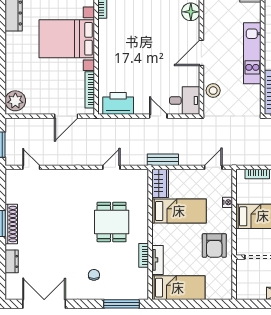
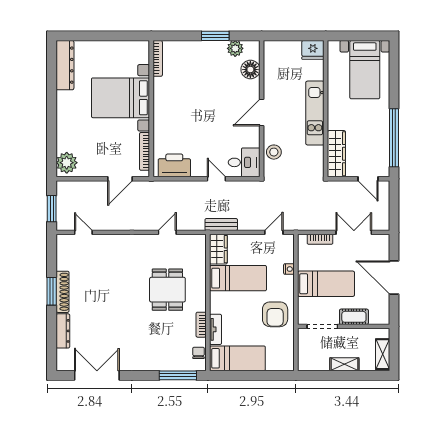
dresser: (12, 261) -> (63, 331), width x1.44
chair: (94, 275) -> (199, 353), moved

